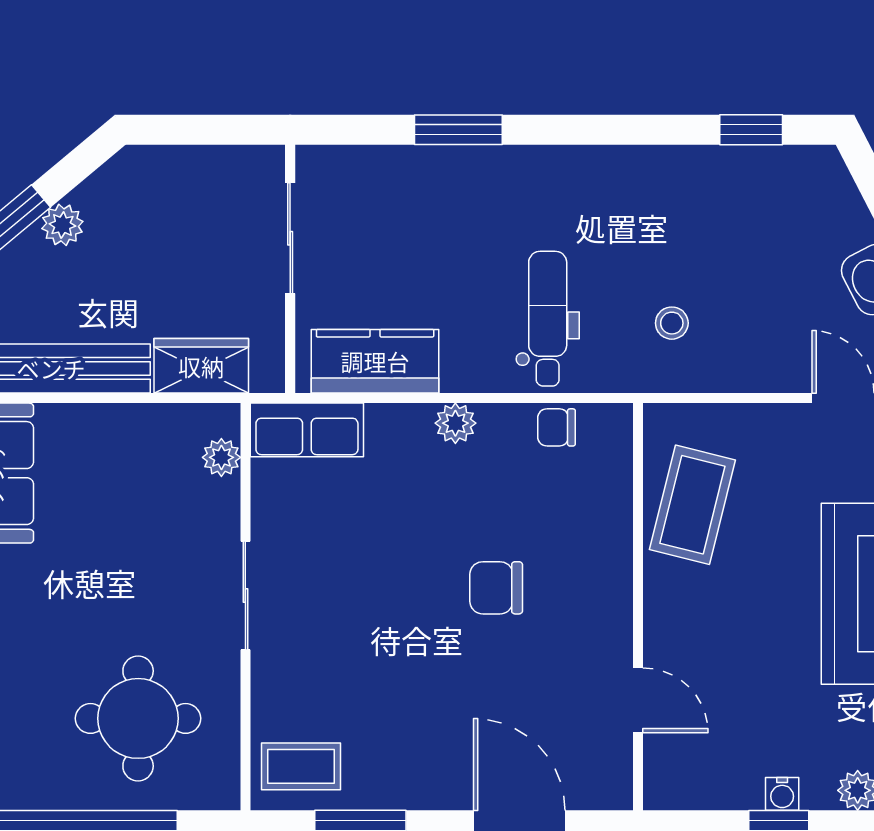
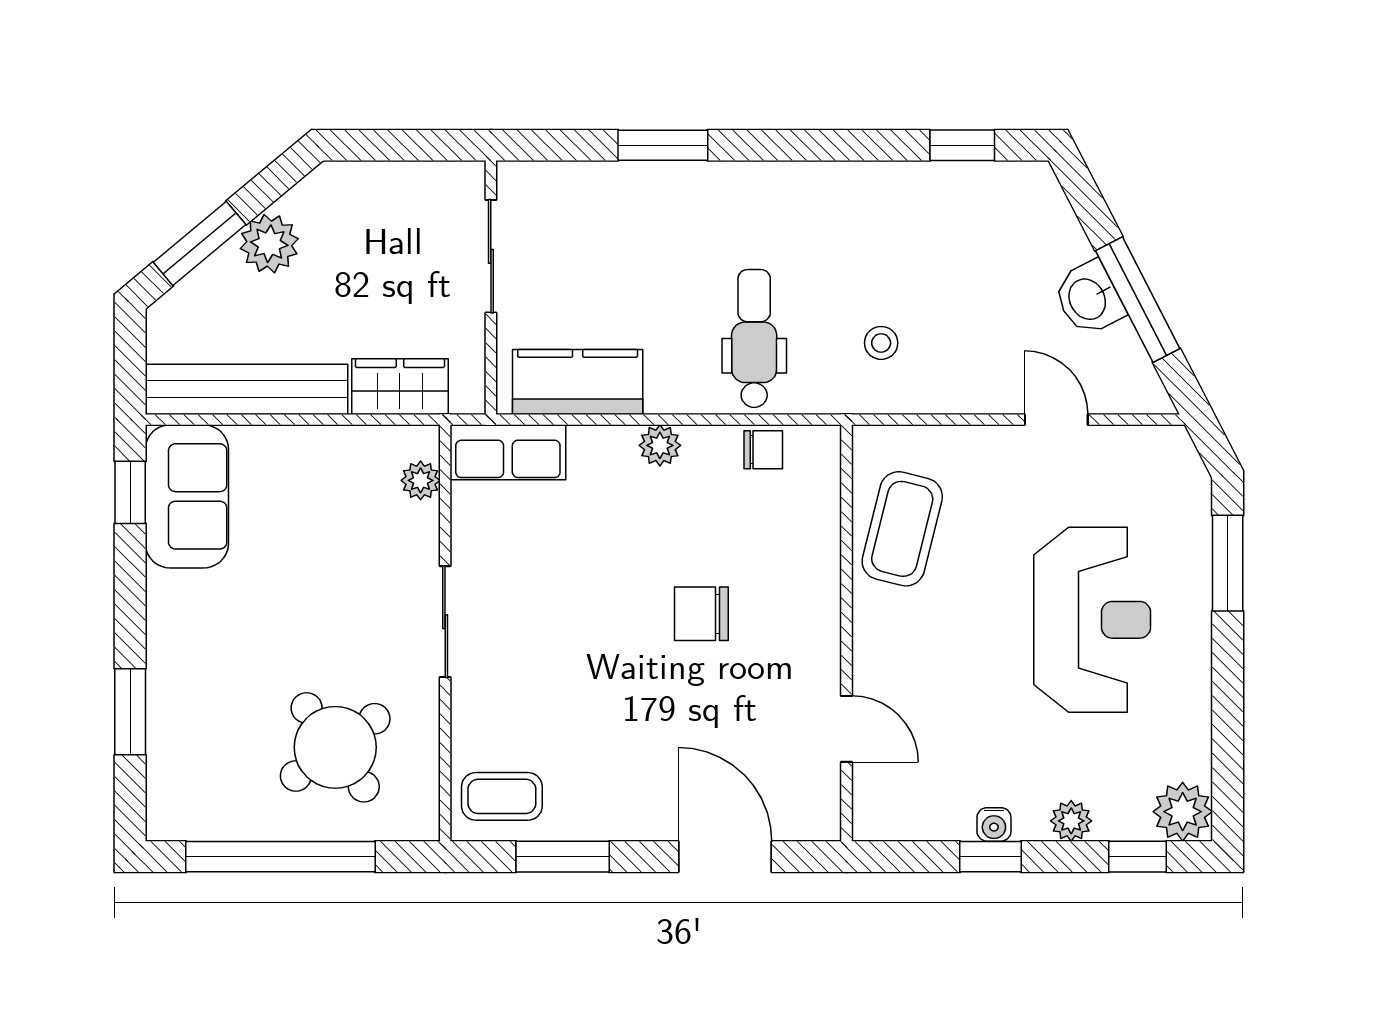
plant: (62, 225) -> (269, 244), width x1.38, depth x1.38
chair: (556, 427) -> (763, 450), turned 180
round table: (138, 718) -> (335, 747), turned -36

